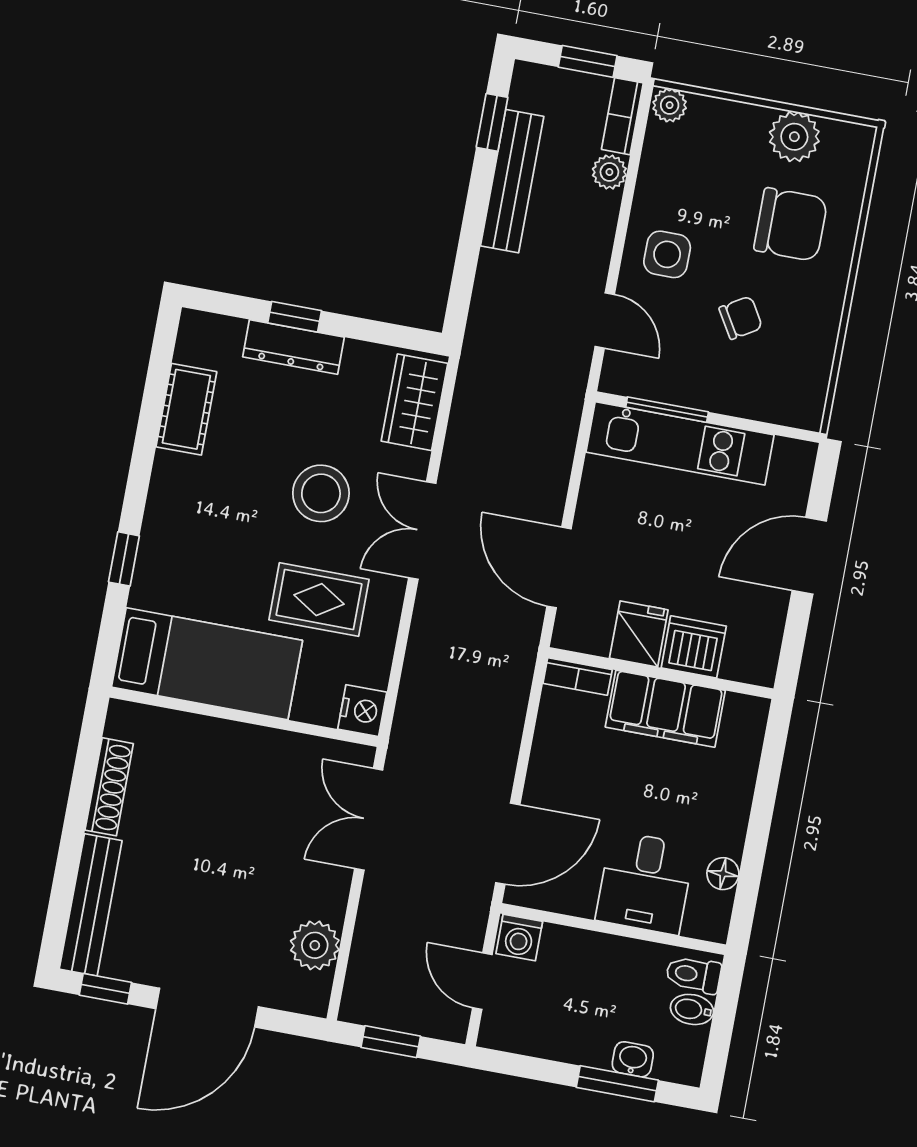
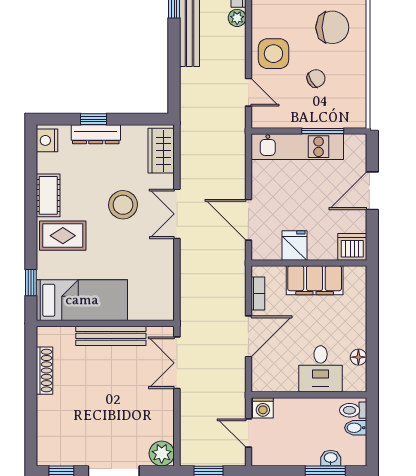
side table: (667, 254) -> (273, 54), width x1.37, depth x1.37
cot: (186, 409) -> (48, 195), moved
window: (667, 410) -> (323, 131), moved
window: (124, 559) -> (31, 283), moved
rug: (319, 600) -> (63, 236), moved
dishwasher: (694, 647) -> (352, 247), moved
bookcase: (578, 676) -> (258, 293), moved, turned -90
nightstand: (362, 711) -> (47, 140), moved, turned 180
door: (508, 844) -> (248, 336), moved
bench: (91, 905) -> (111, 336), moved, turned 90
plant: (315, 945) -> (162, 453), moved

